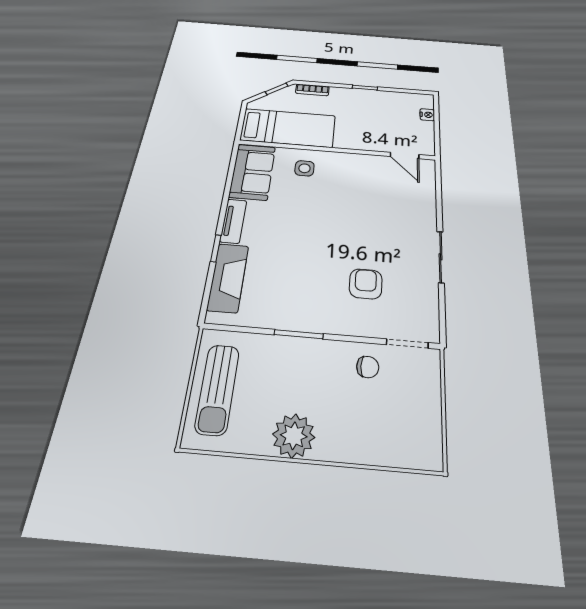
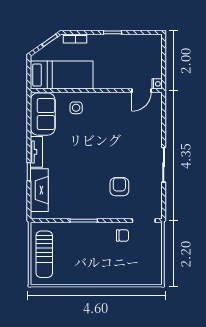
nightstand: (427, 115) -> (157, 84), moved
door: (405, 156) -> (141, 91), hinge flipped
plant: (294, 436) -> (87, 274), removed

